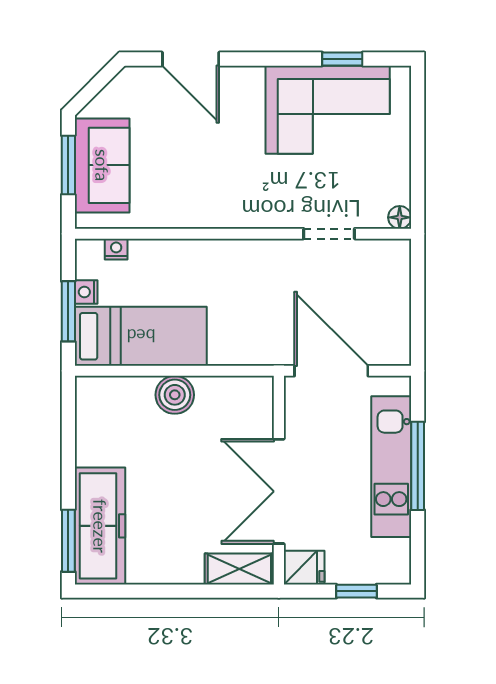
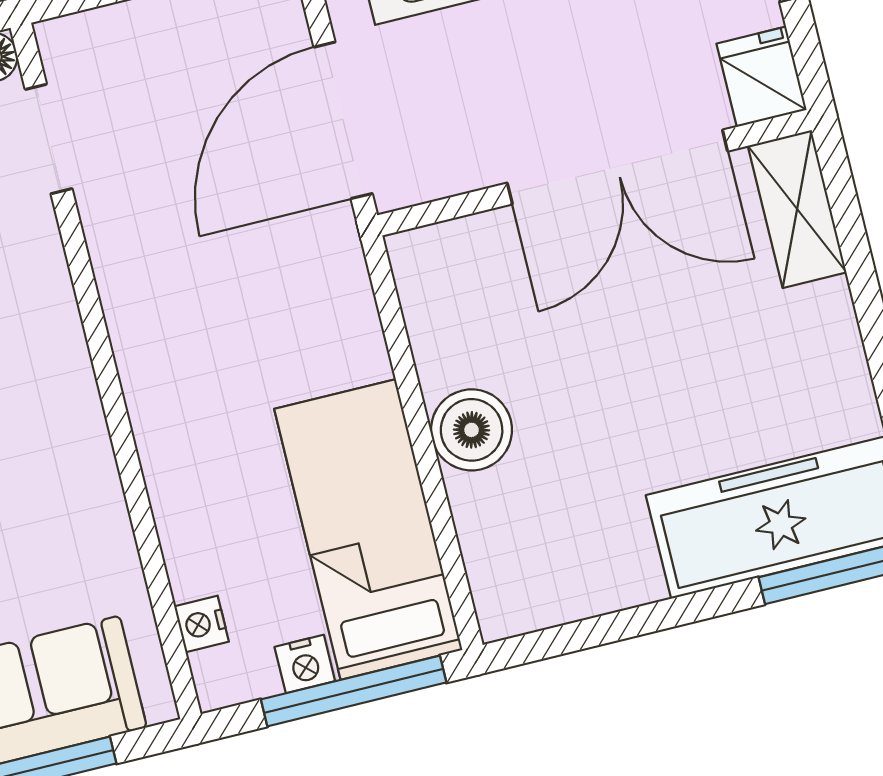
doorway: (329, 234) -> (49, 139), moved
window: (68, 311) -> (354, 691), width x1.44

